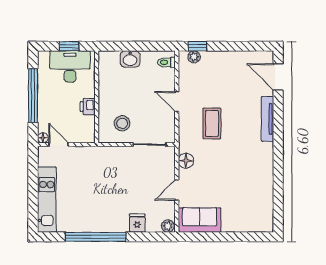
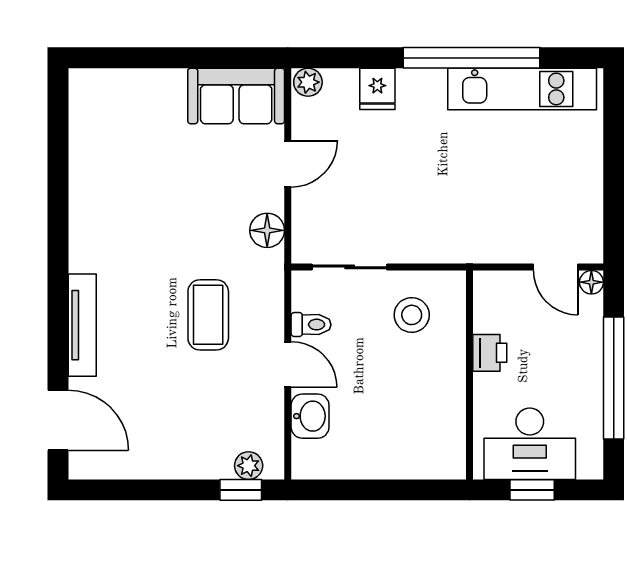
washbasin: (130, 59) -> (310, 416), moved, turned 90
toilet: (167, 62) -> (311, 325), moved
kitchen unit: (47, 200) -> (522, 89), moved, turned -90

